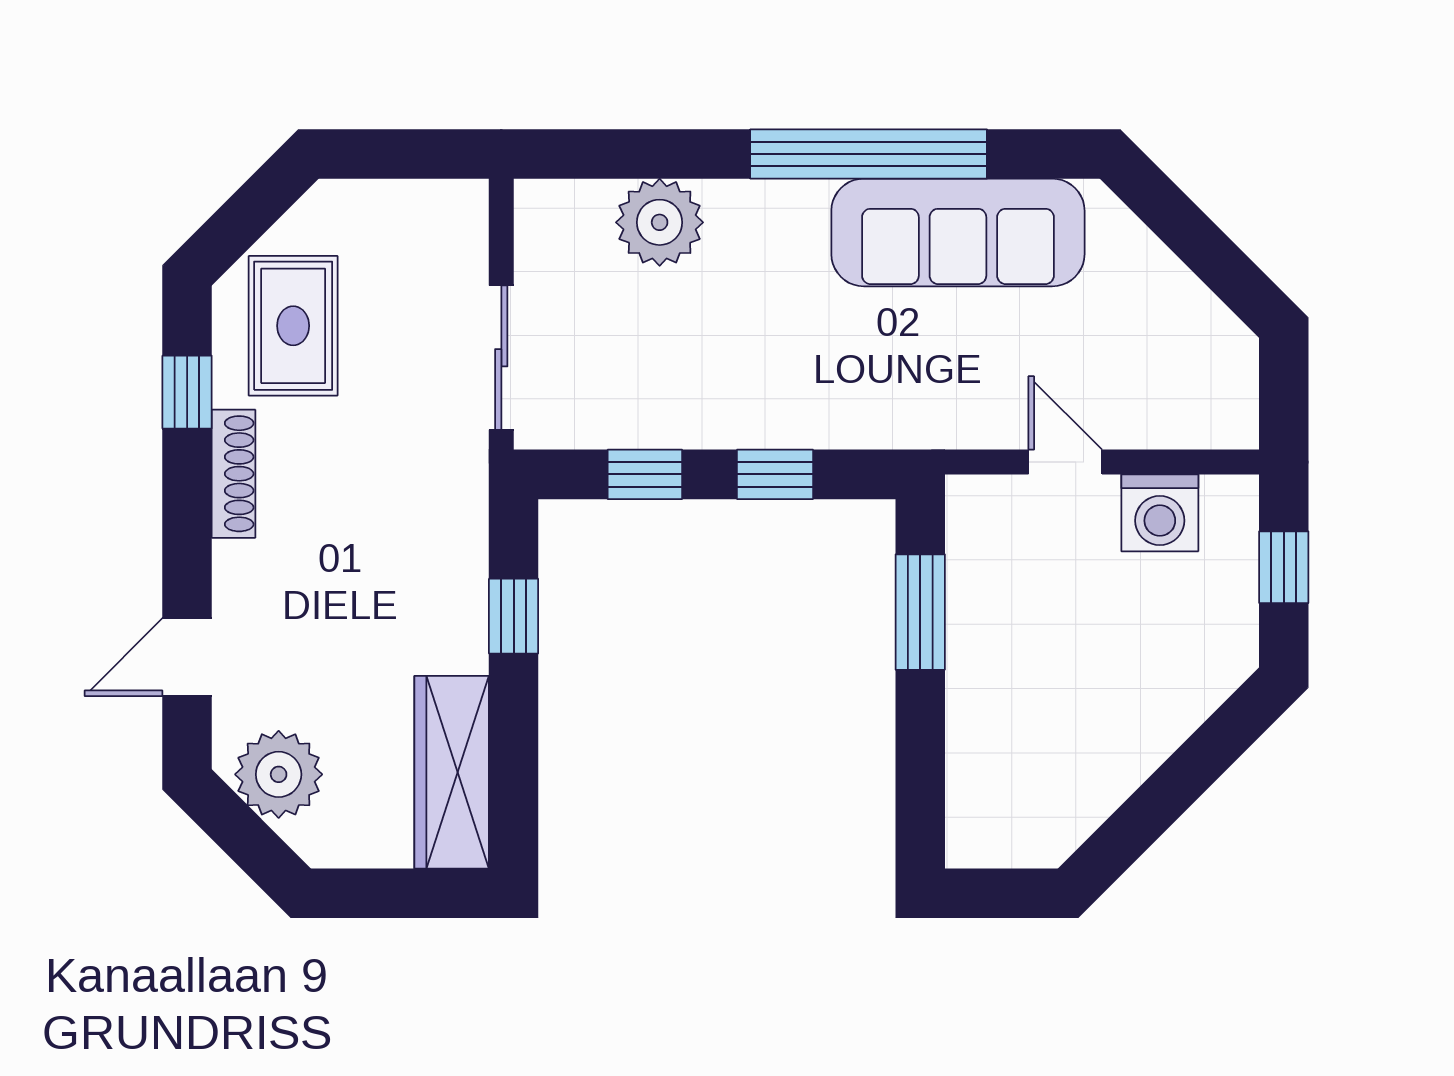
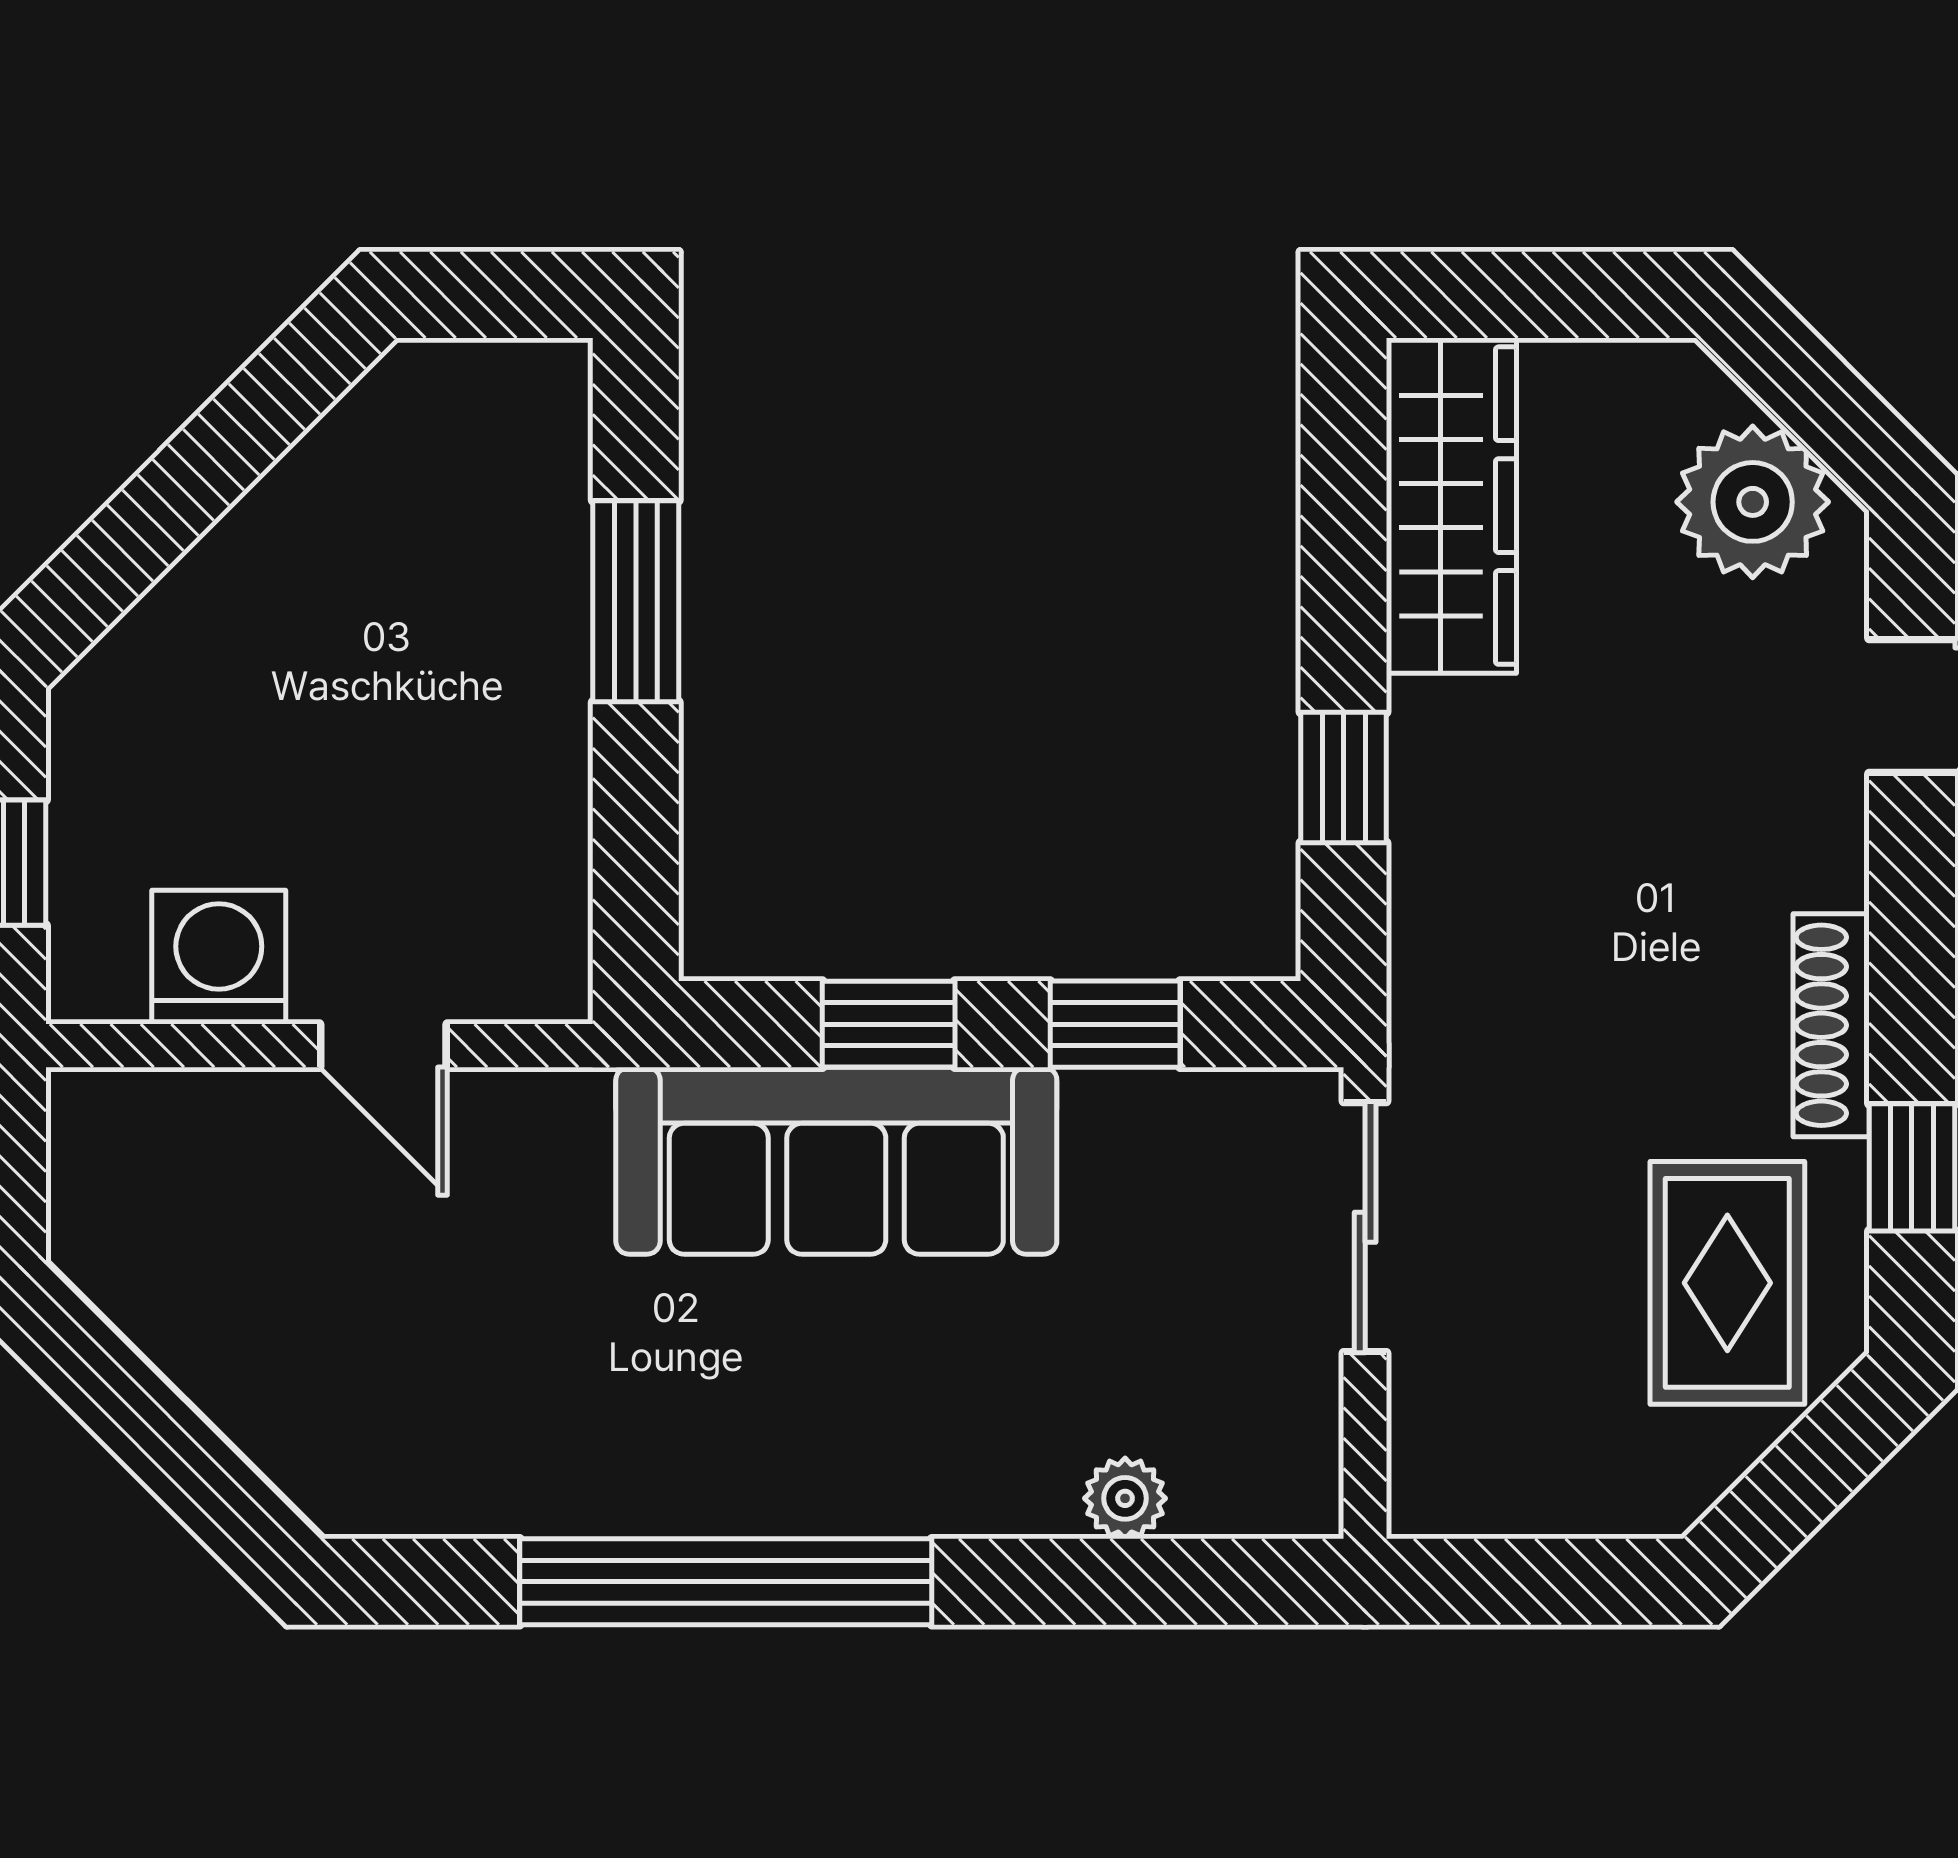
plant: (660, 222) -> (1125, 1498), width x0.53, depth x0.53
sofa: (958, 232) -> (836, 1161), moved, turned 180
window: (920, 612) -> (636, 601), moved

